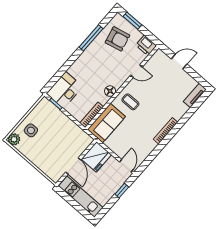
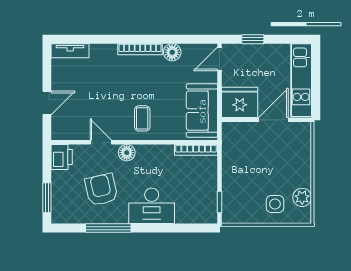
armchair: (117, 39) -> (101, 190), moved
door: (179, 62) -> (47, 103), swing flipped
desk: (65, 90) -> (152, 206), moved
floor lamp: (110, 91) -> (127, 153), moved
sofa: (106, 123) -> (202, 111), moved, turned -90
plant: (14, 139) -> (302, 197), moved
floor lamp: (150, 145) -> (172, 52), added

